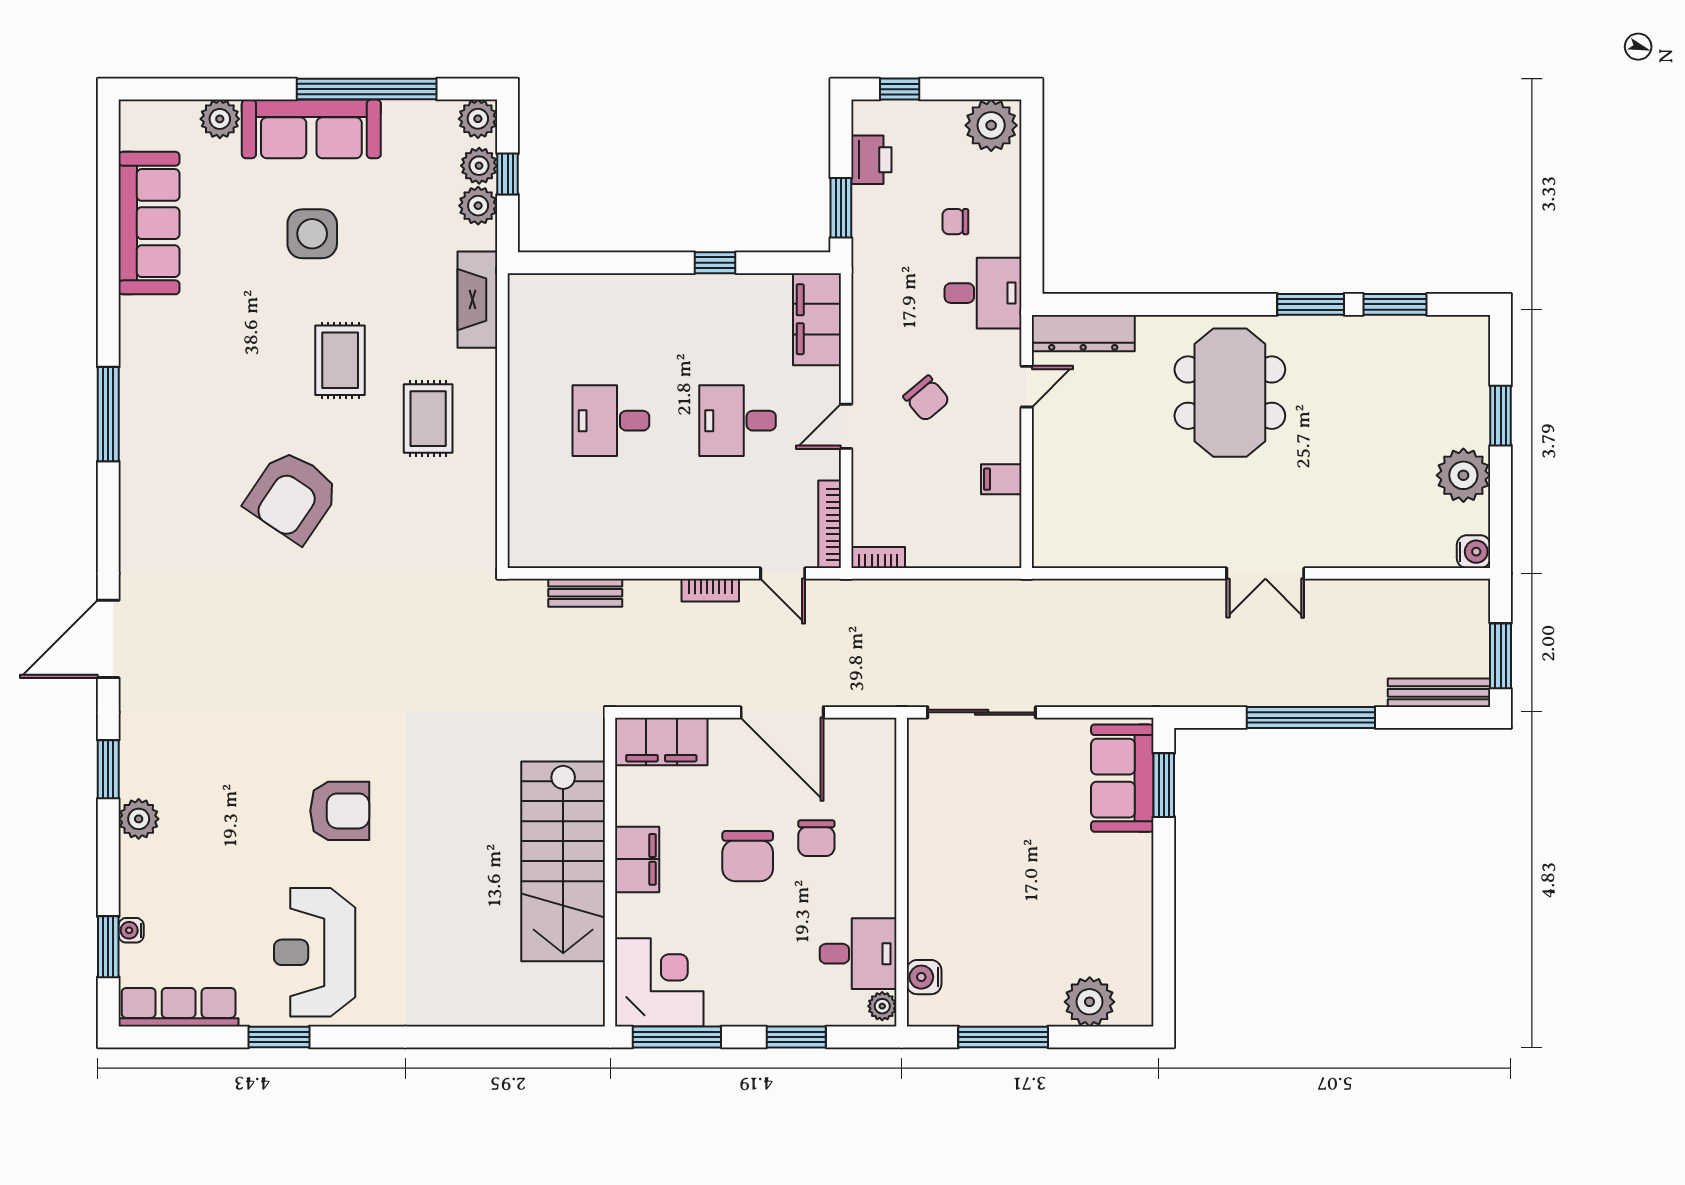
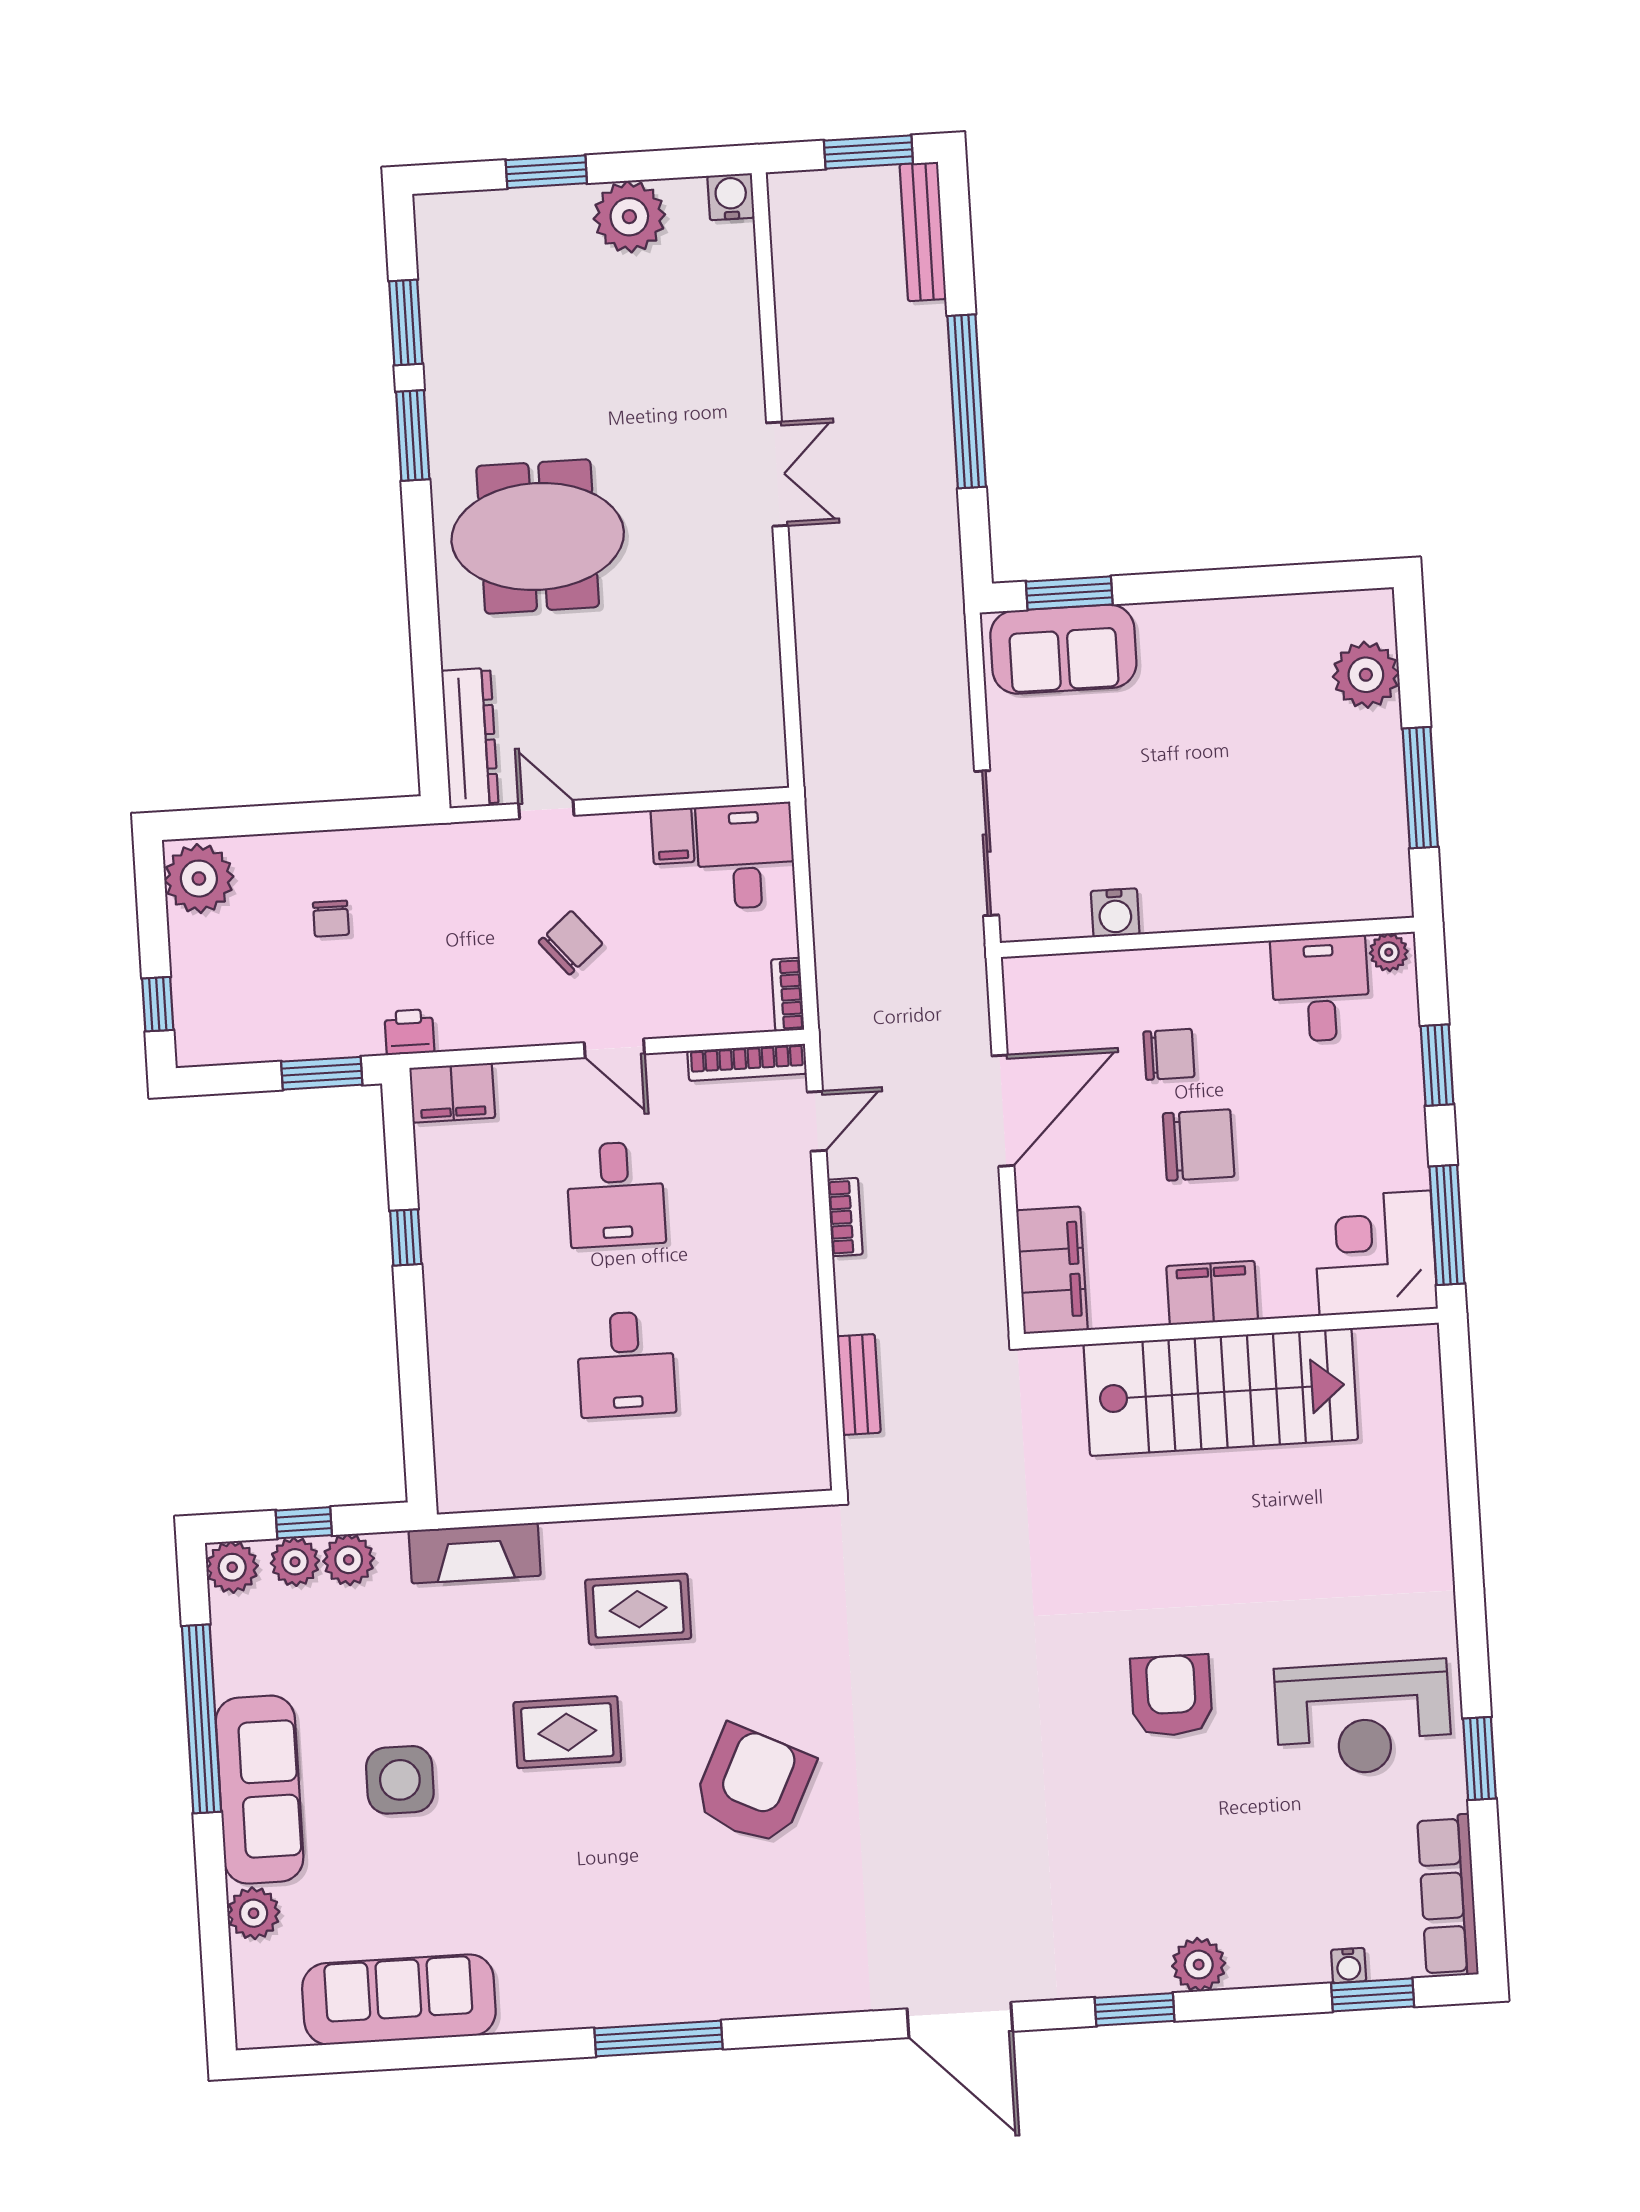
printer: (871, 160) -> (409, 1032), moved, width x0.73, depth x0.81
desk: (983, 293) -> (746, 856), moved
filing cabinet: (817, 319) -> (452, 1093), width x0.67, depth x0.86
armchair: (292, 496) -> (753, 1785), turned -98
water cooler: (924, 977) -> (1115, 913), moved

